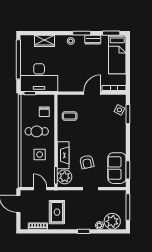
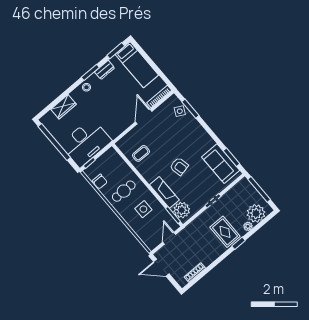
chair: (44, 112) -> (100, 182), moved
armchair: (87, 162) -> (179, 166), moved
door: (40, 189) -> (169, 238), hinge flipped
rug: (57, 212) -> (225, 232), moved

